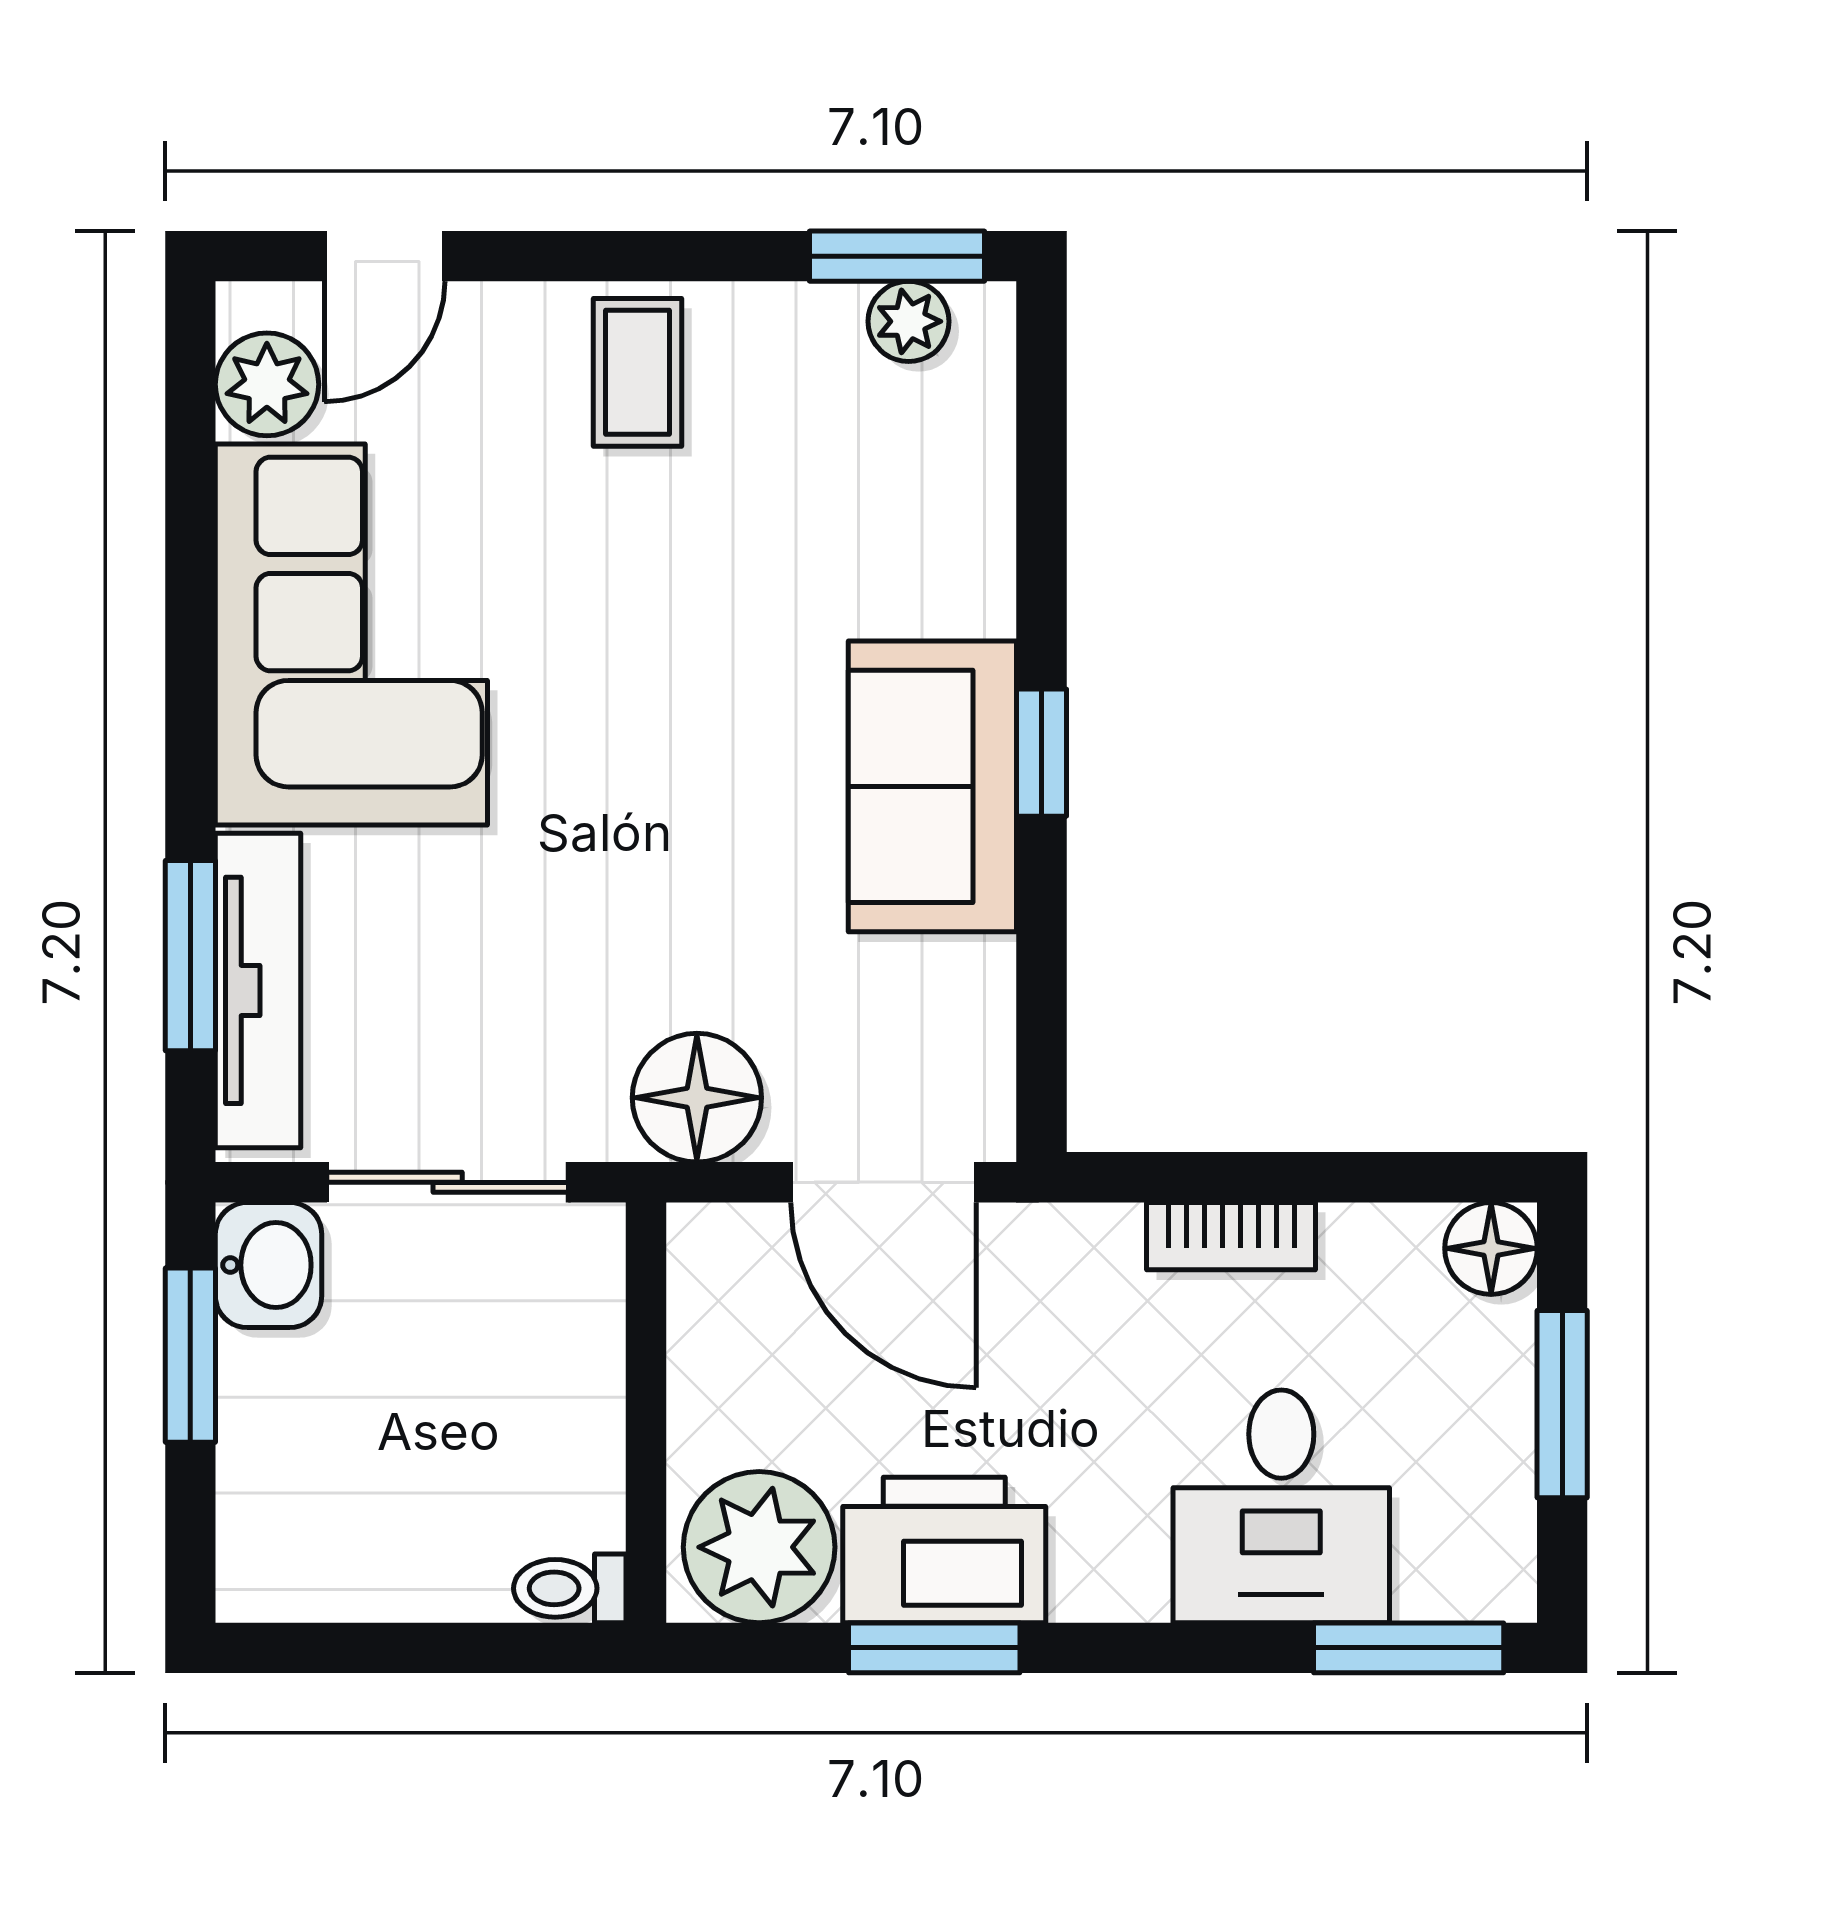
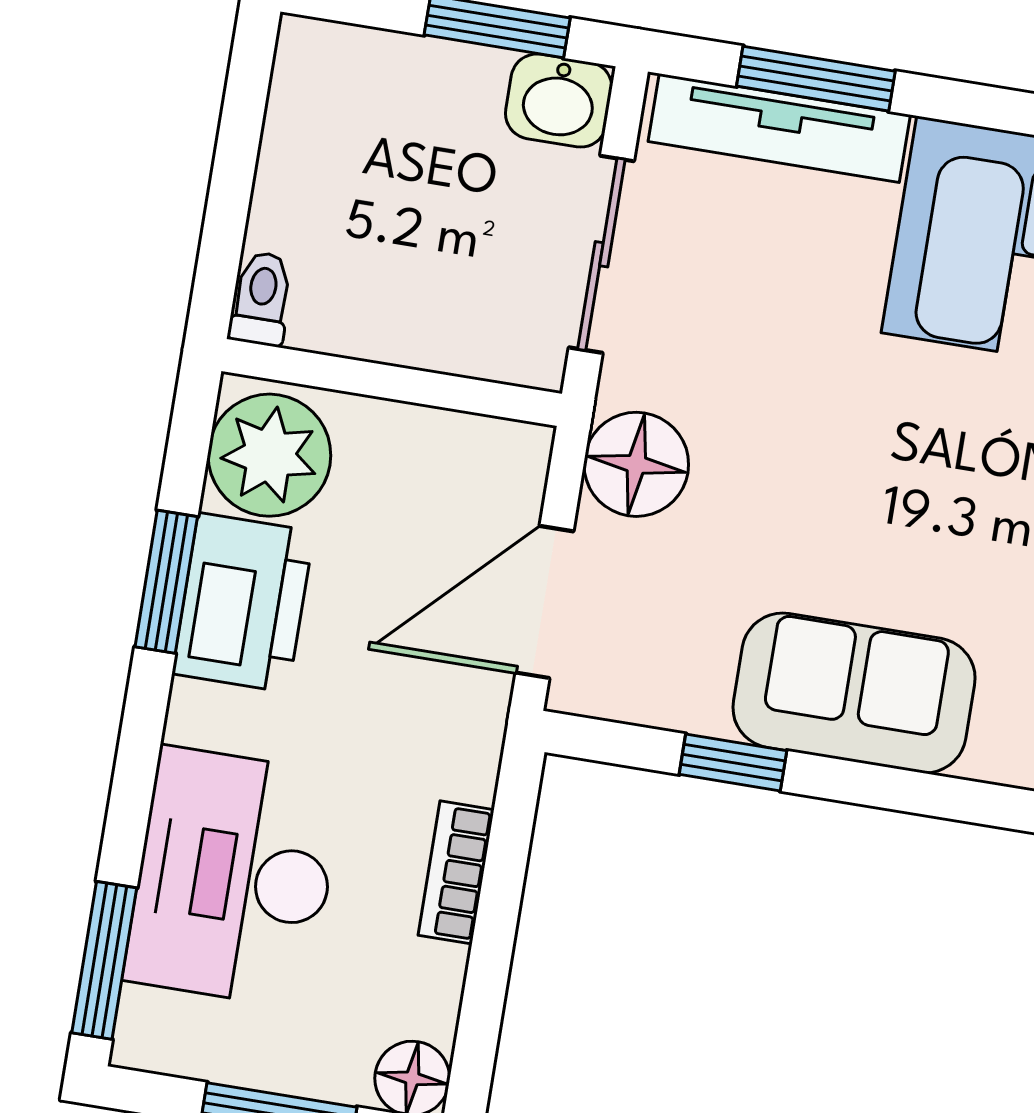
window: (1042, 753) -> (733, 763), moved
desk: (1281, 1506) -> (234, 877), width x1.37

